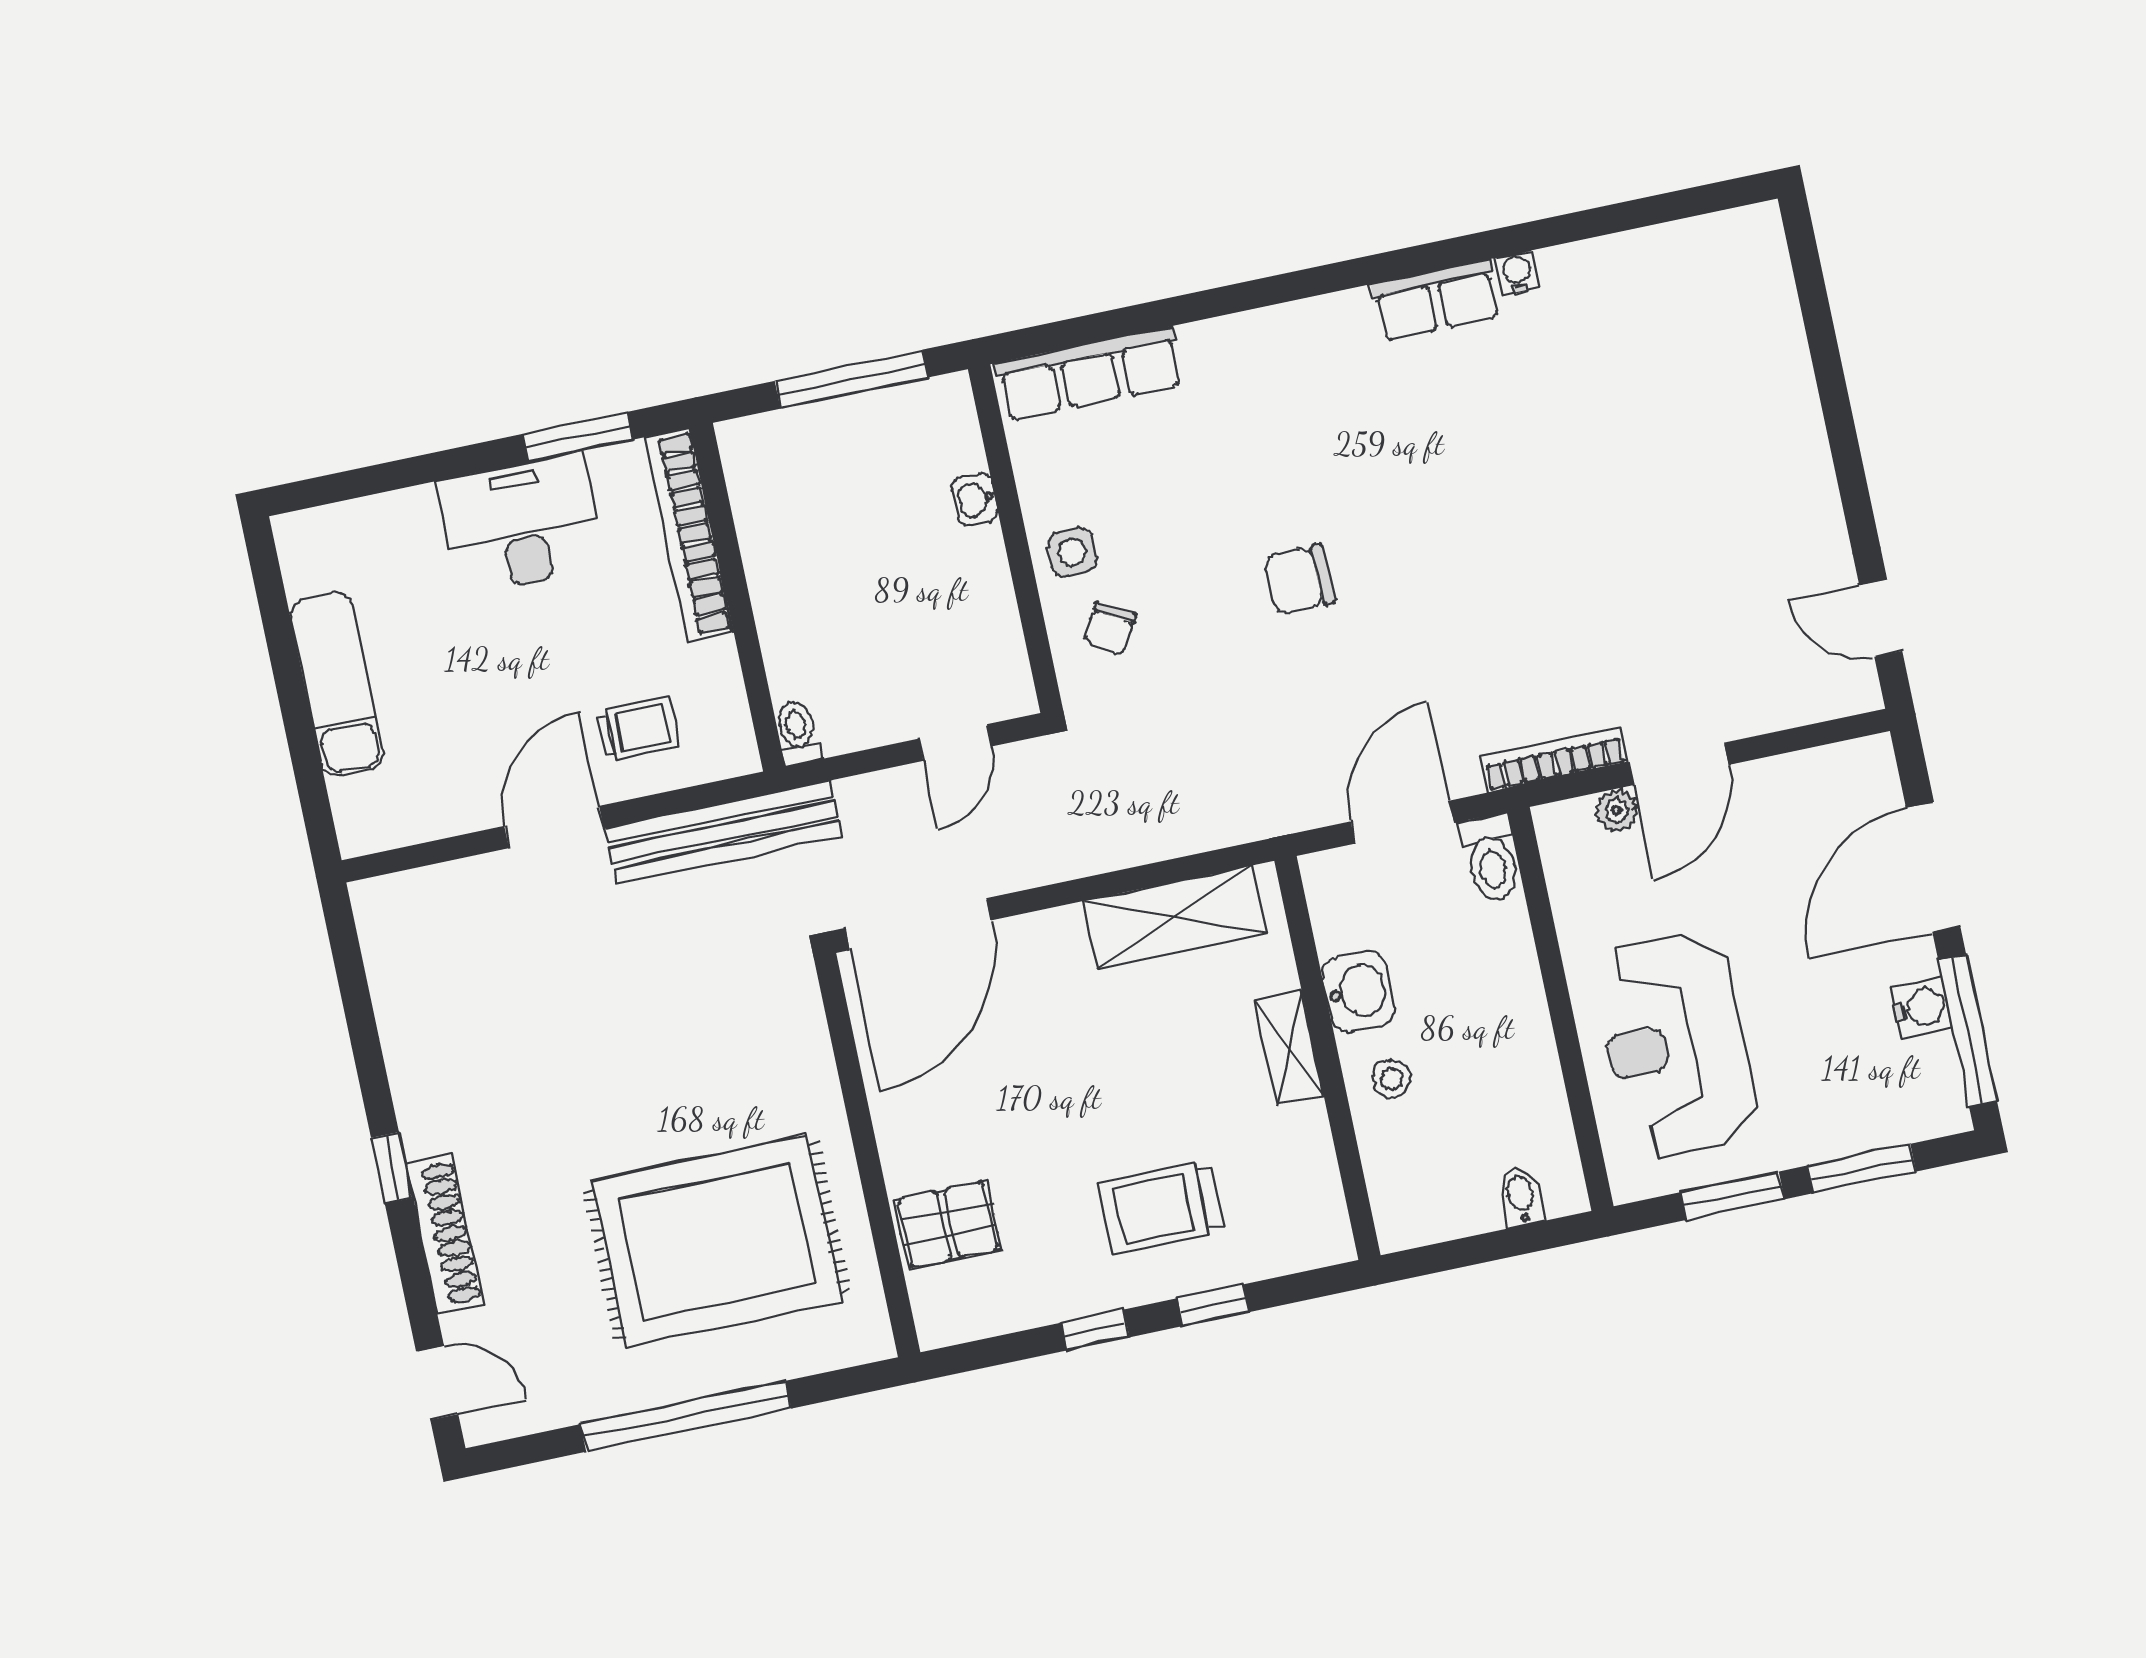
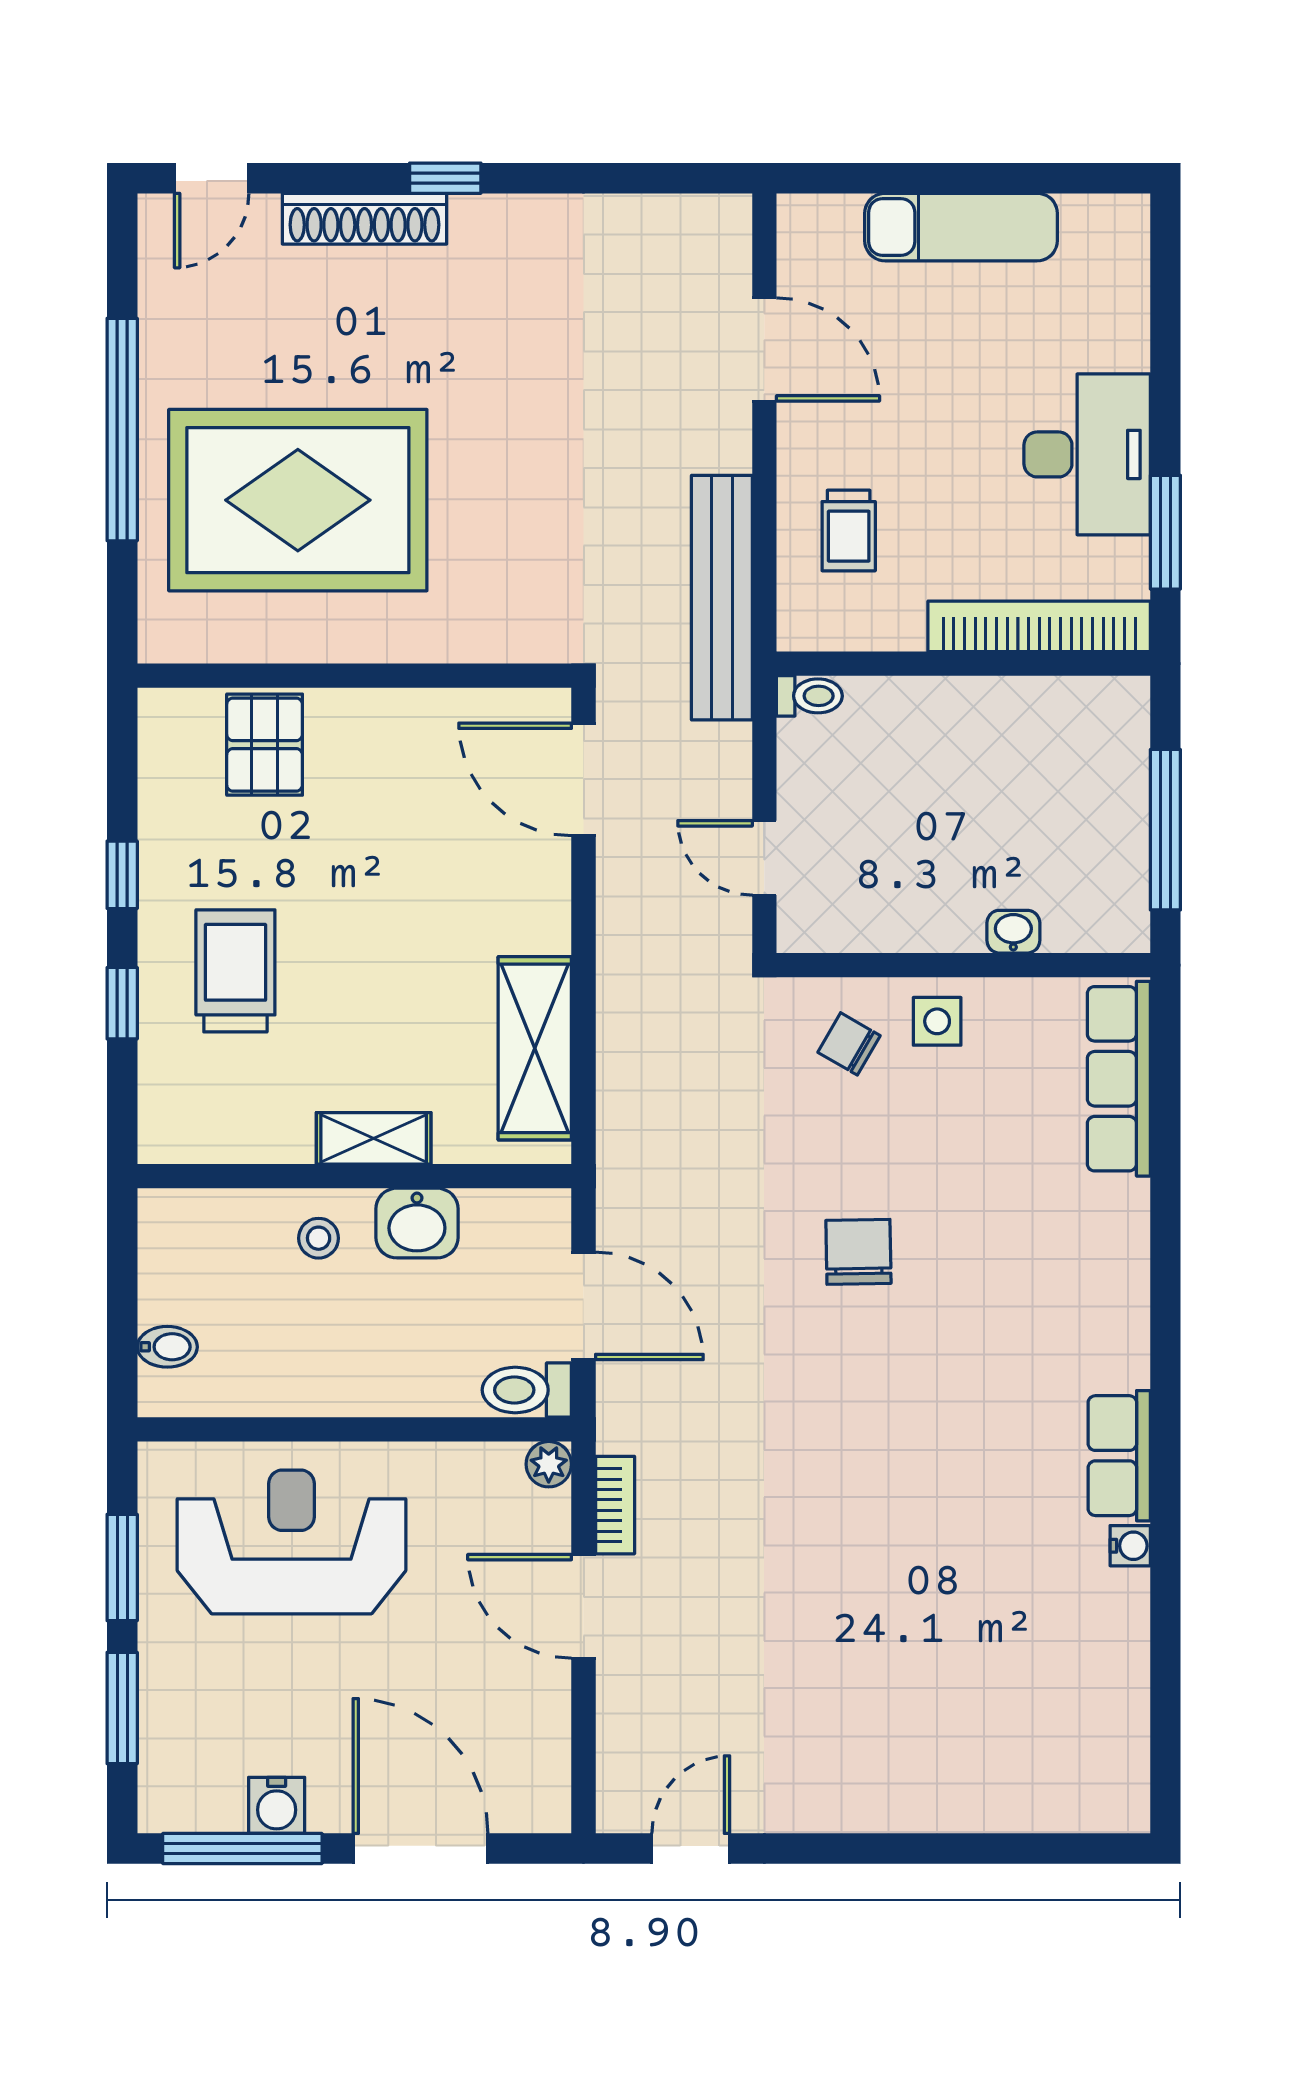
bookcase: (1554, 760) -> (615, 1505), width x0.64
plant: (1617, 810) -> (549, 1464), moved
door: (554, 827) -> (764, 350), moved
door: (918, 924) -> (584, 779), width x0.73
rug: (717, 1241) -> (298, 500), turned 90

